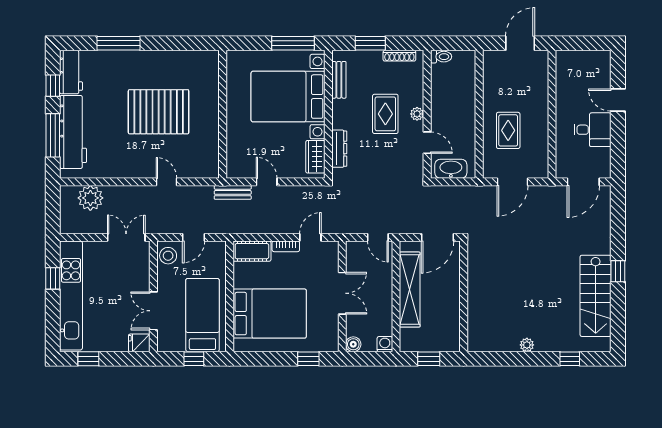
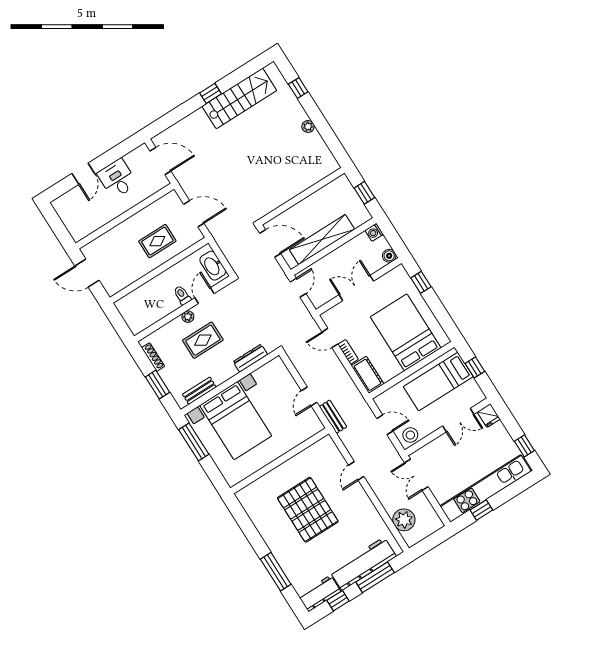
toilet: (441, 57) -> (182, 295), moved
wardrobe: (315, 157) -> (268, 372), removed

